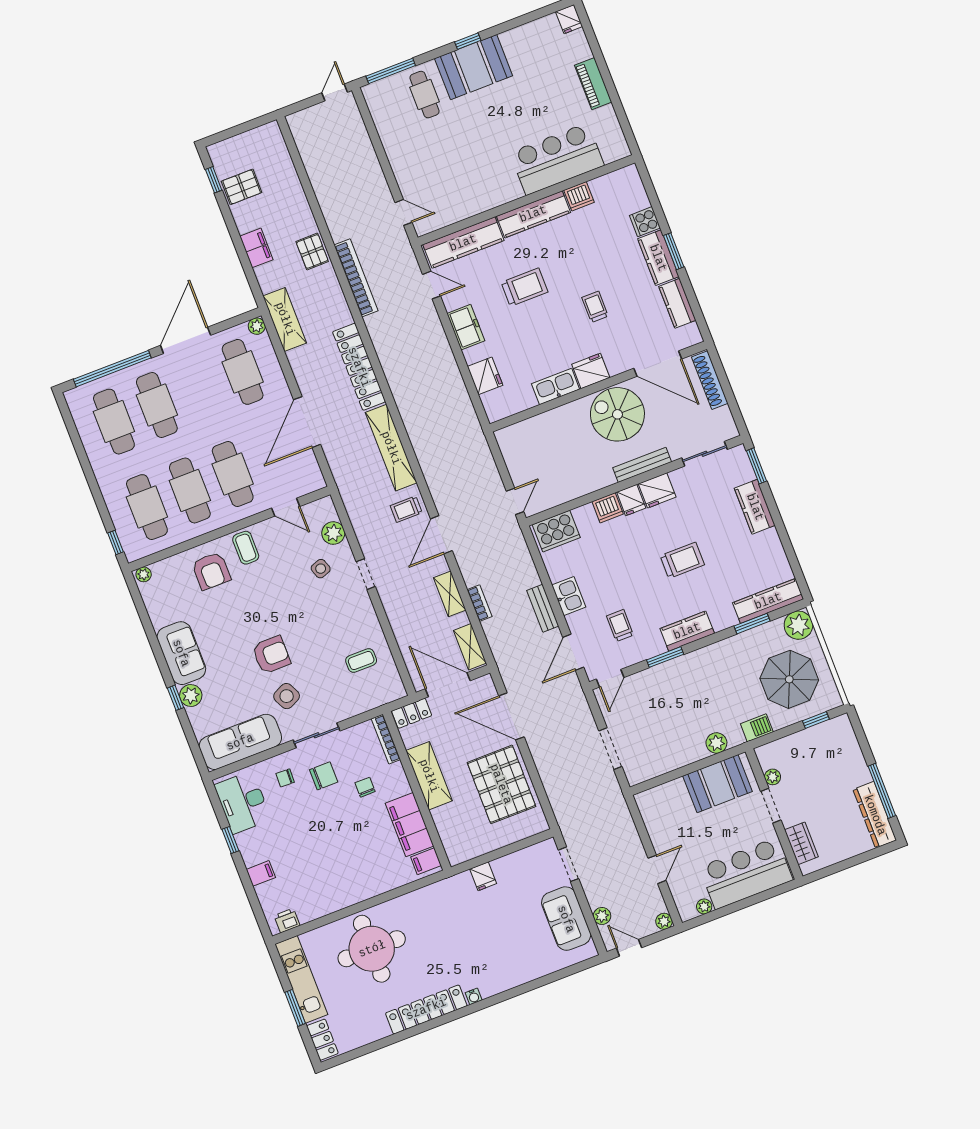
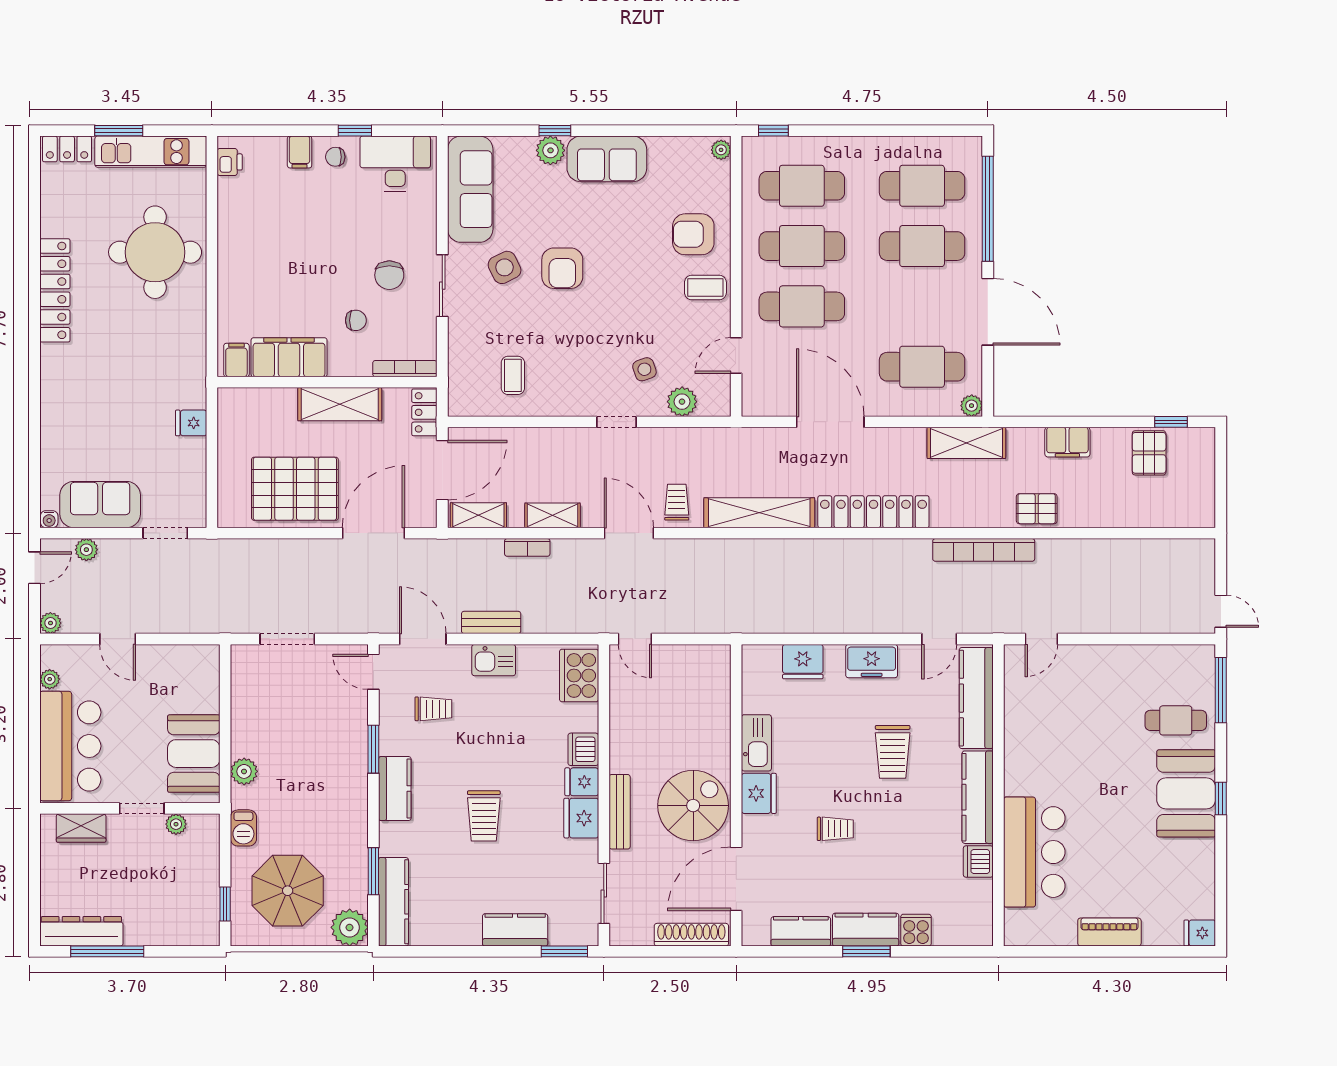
chair: (285, 778) -> (335, 157), moved, turned -92
water cooler: (474, 996) -> (49, 519), moved, turned -90

